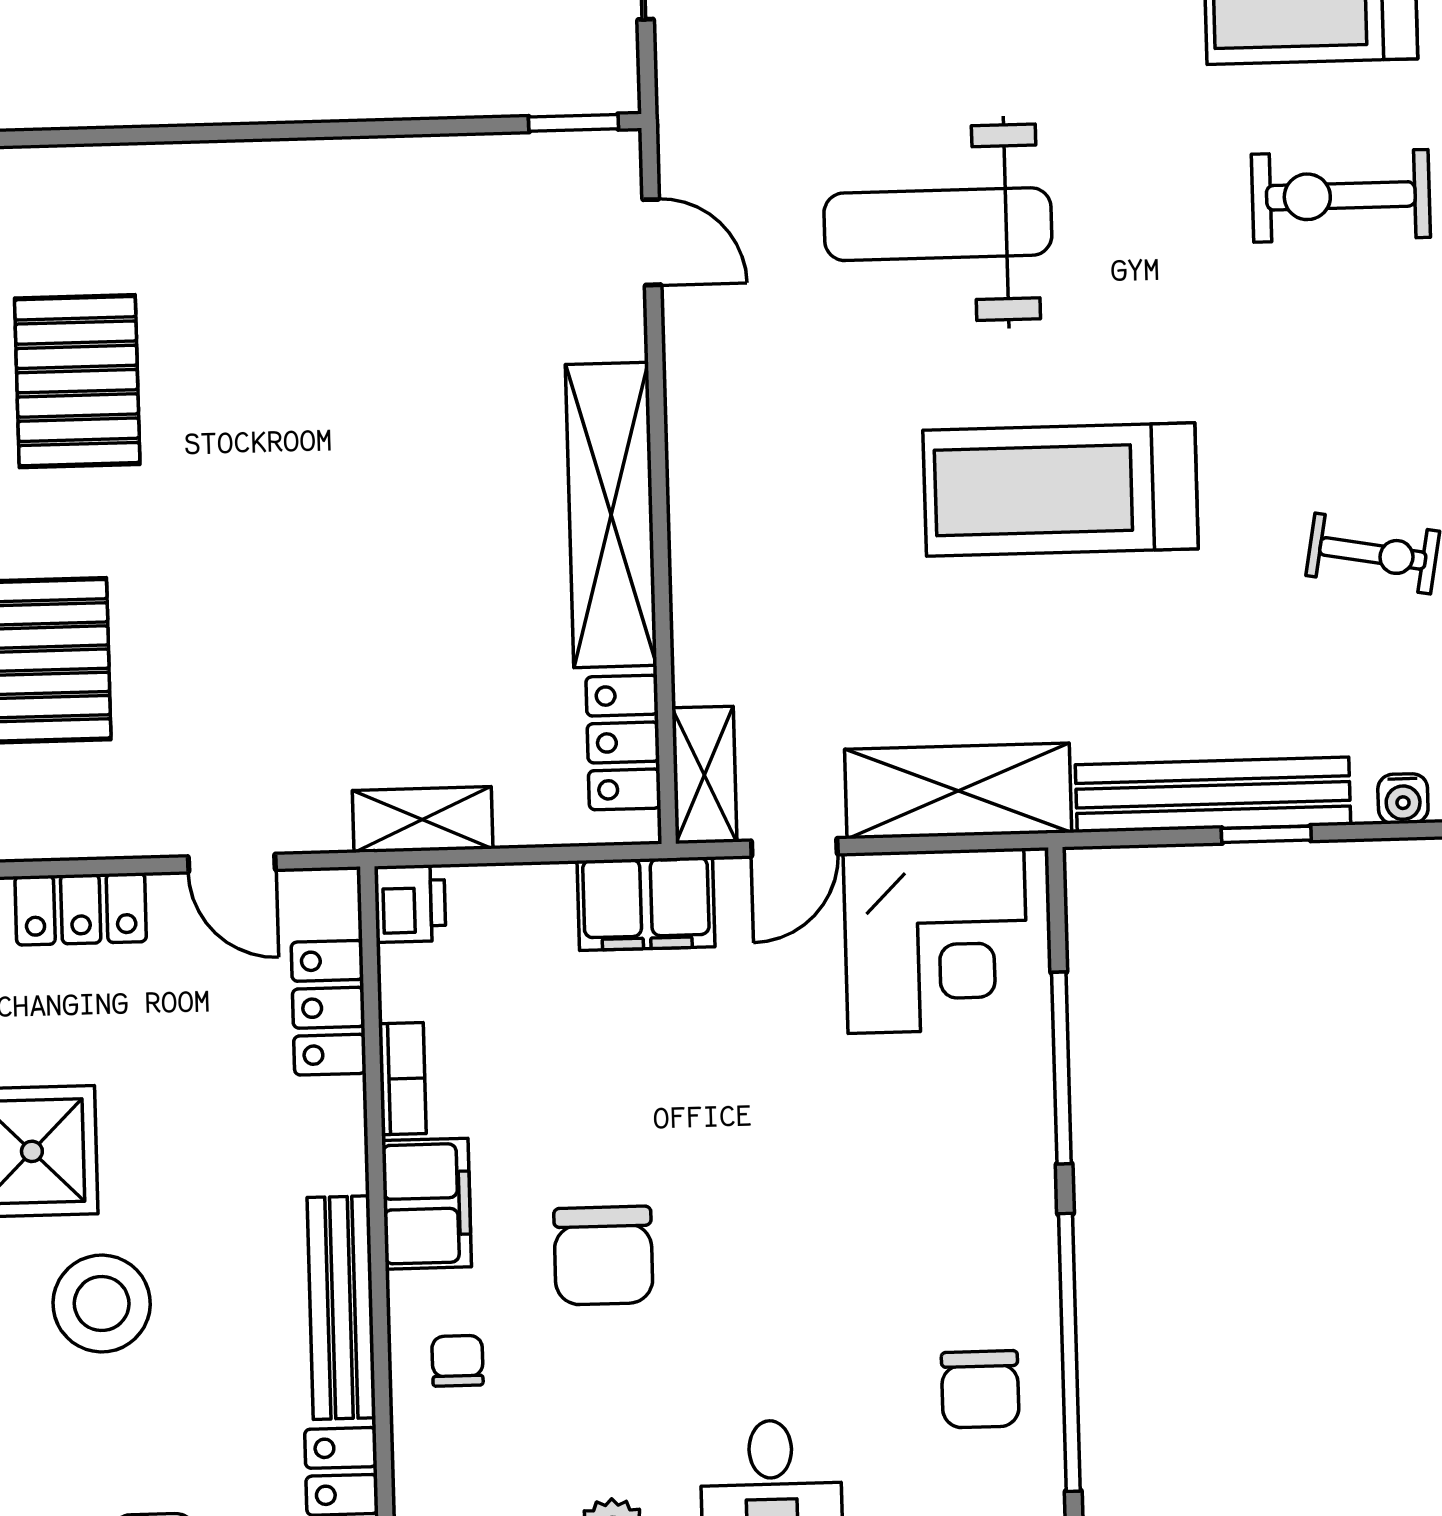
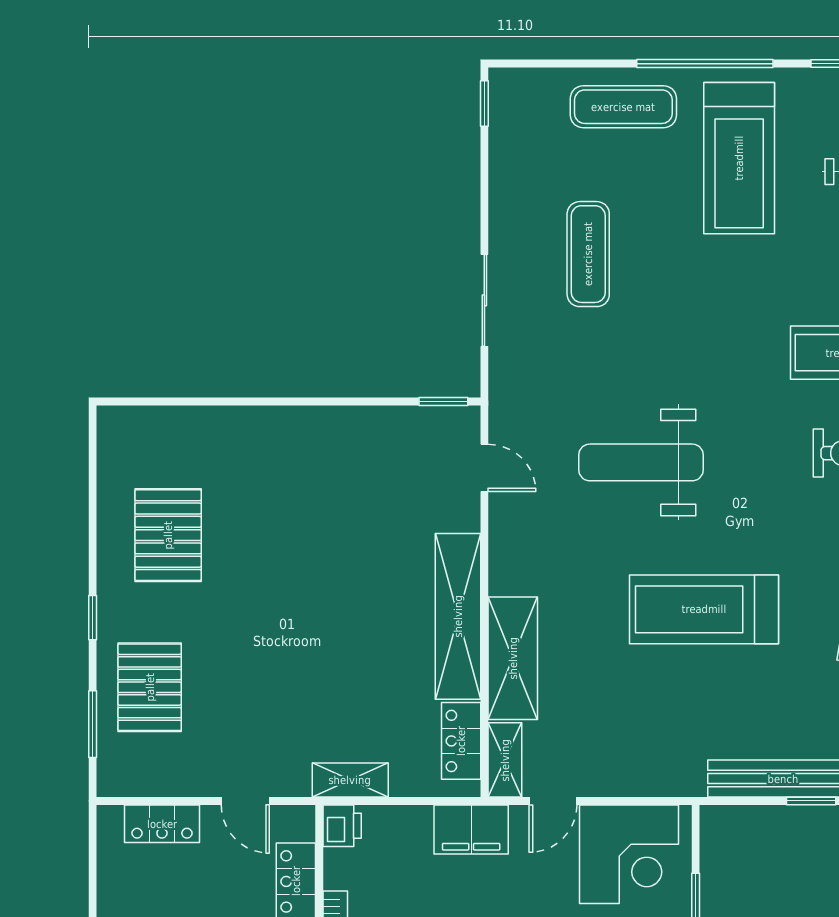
shelving: (958, 791) -> (513, 658), moved, turned 90

